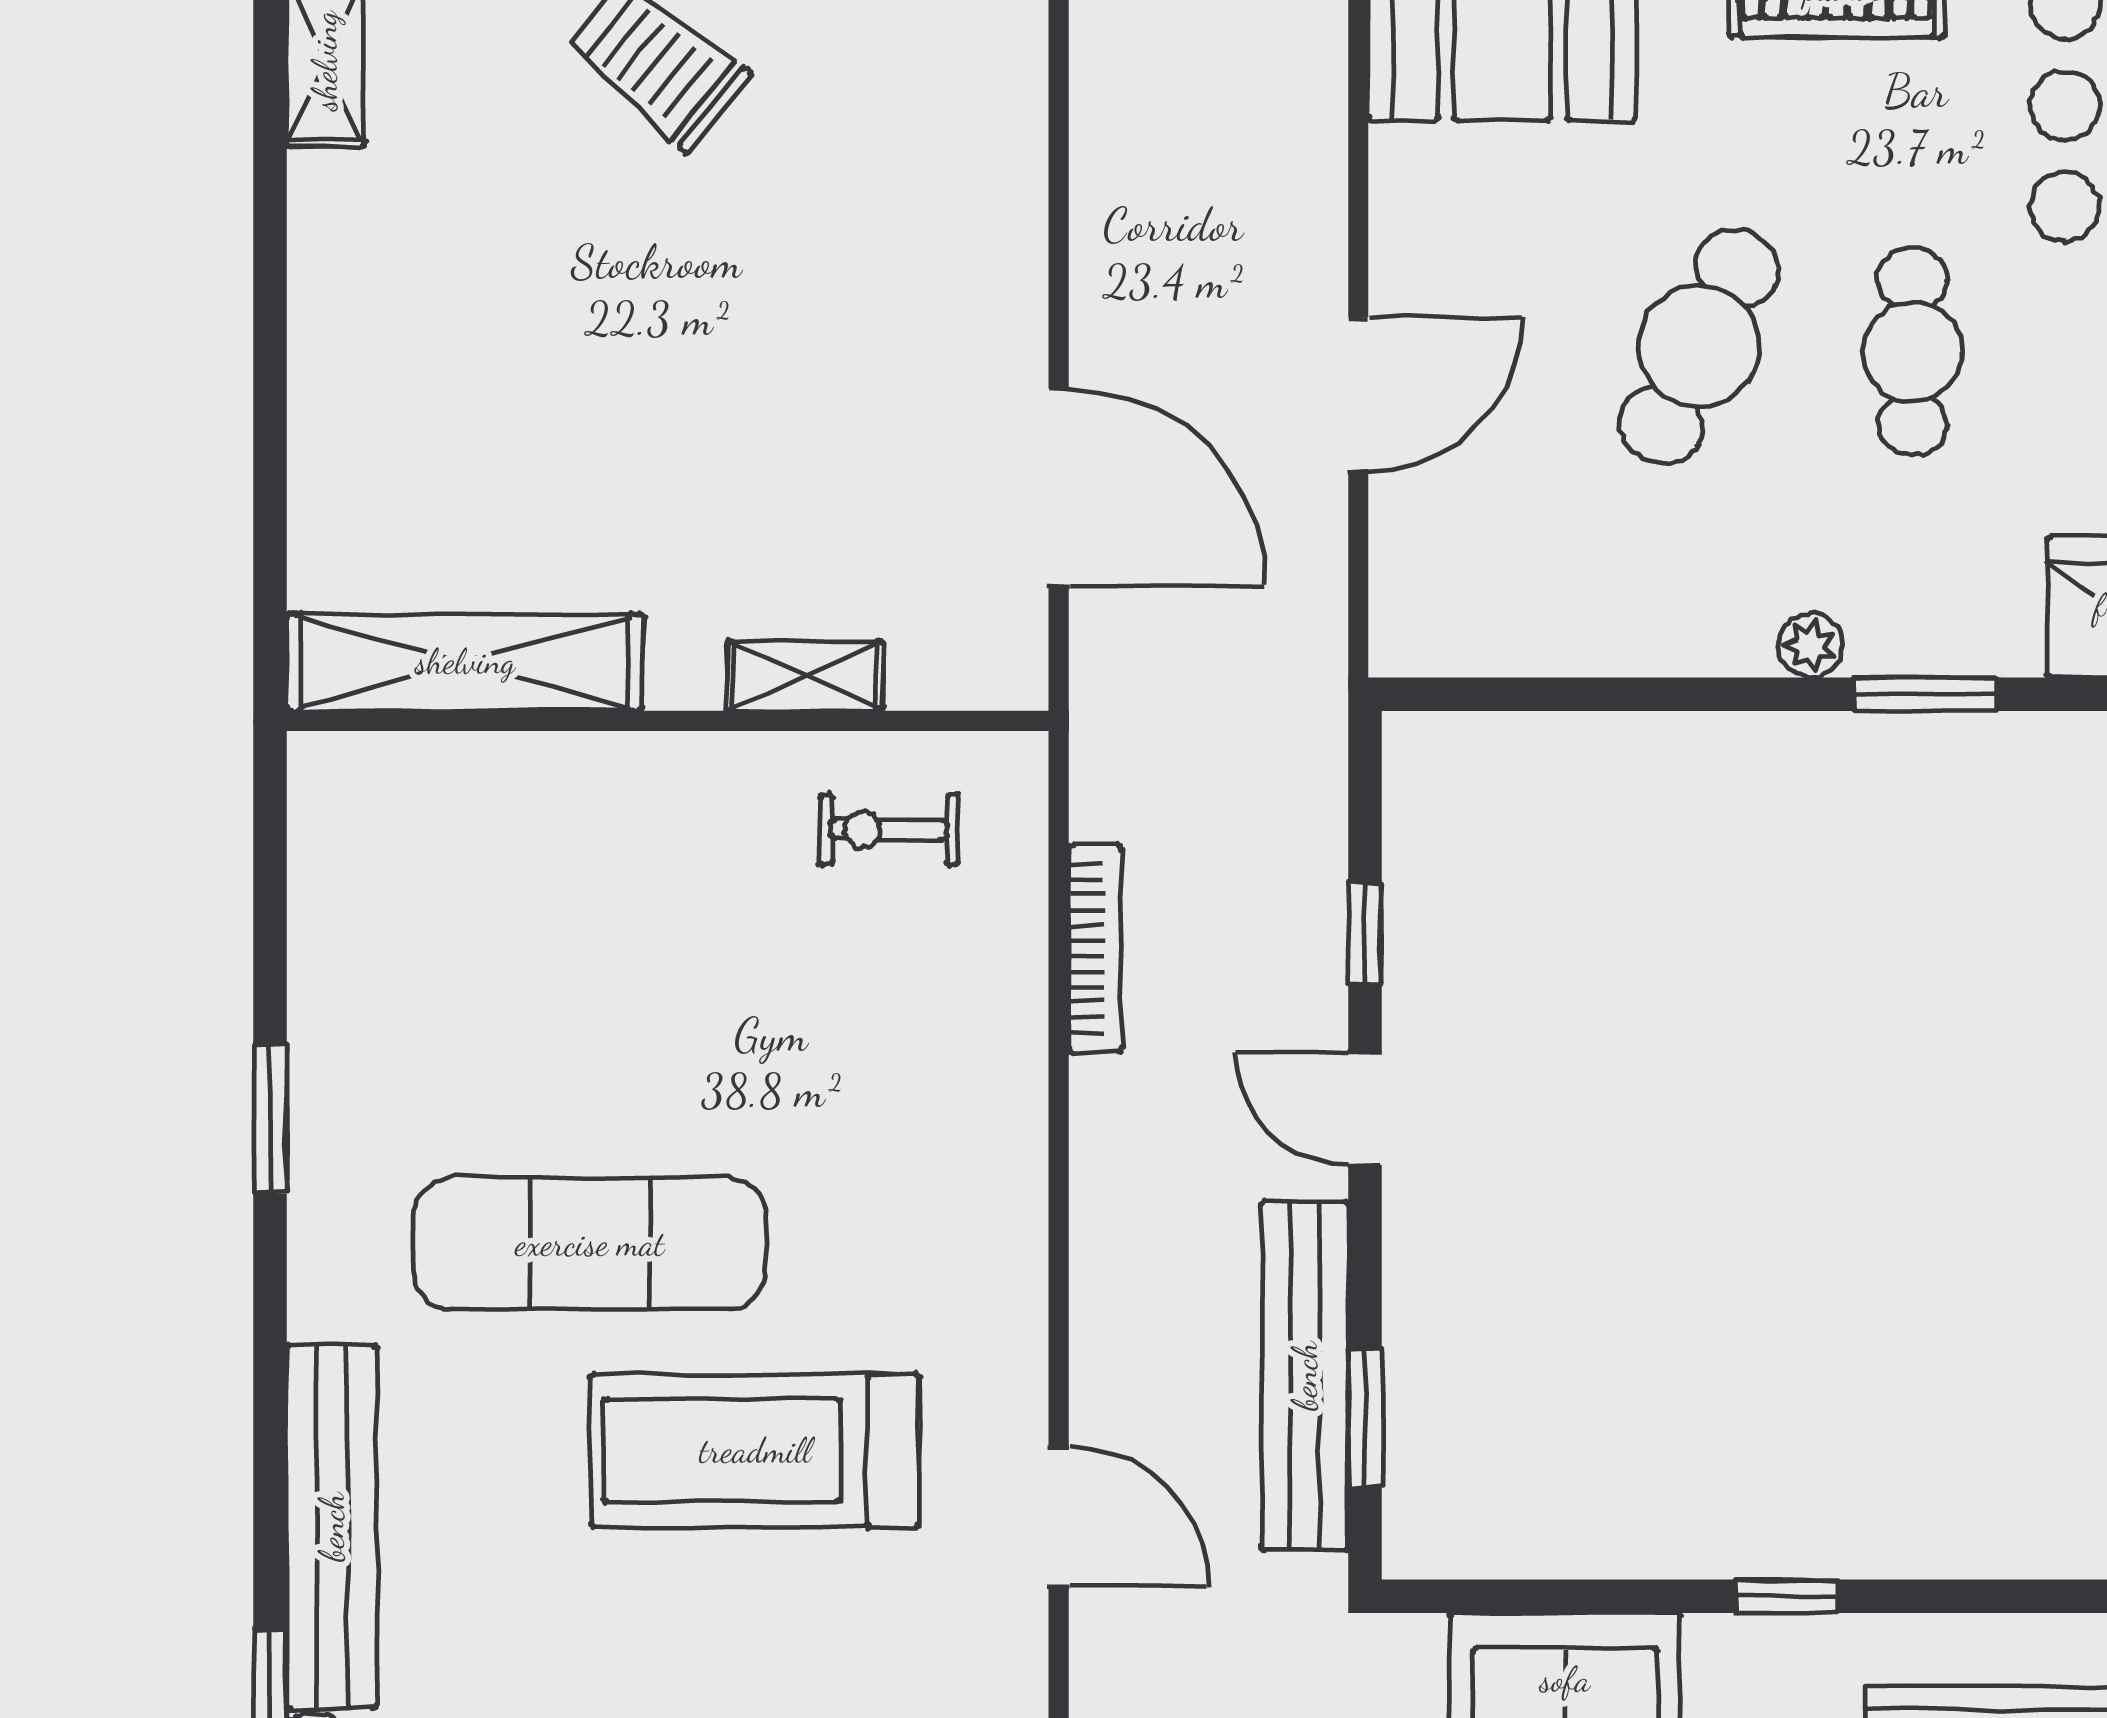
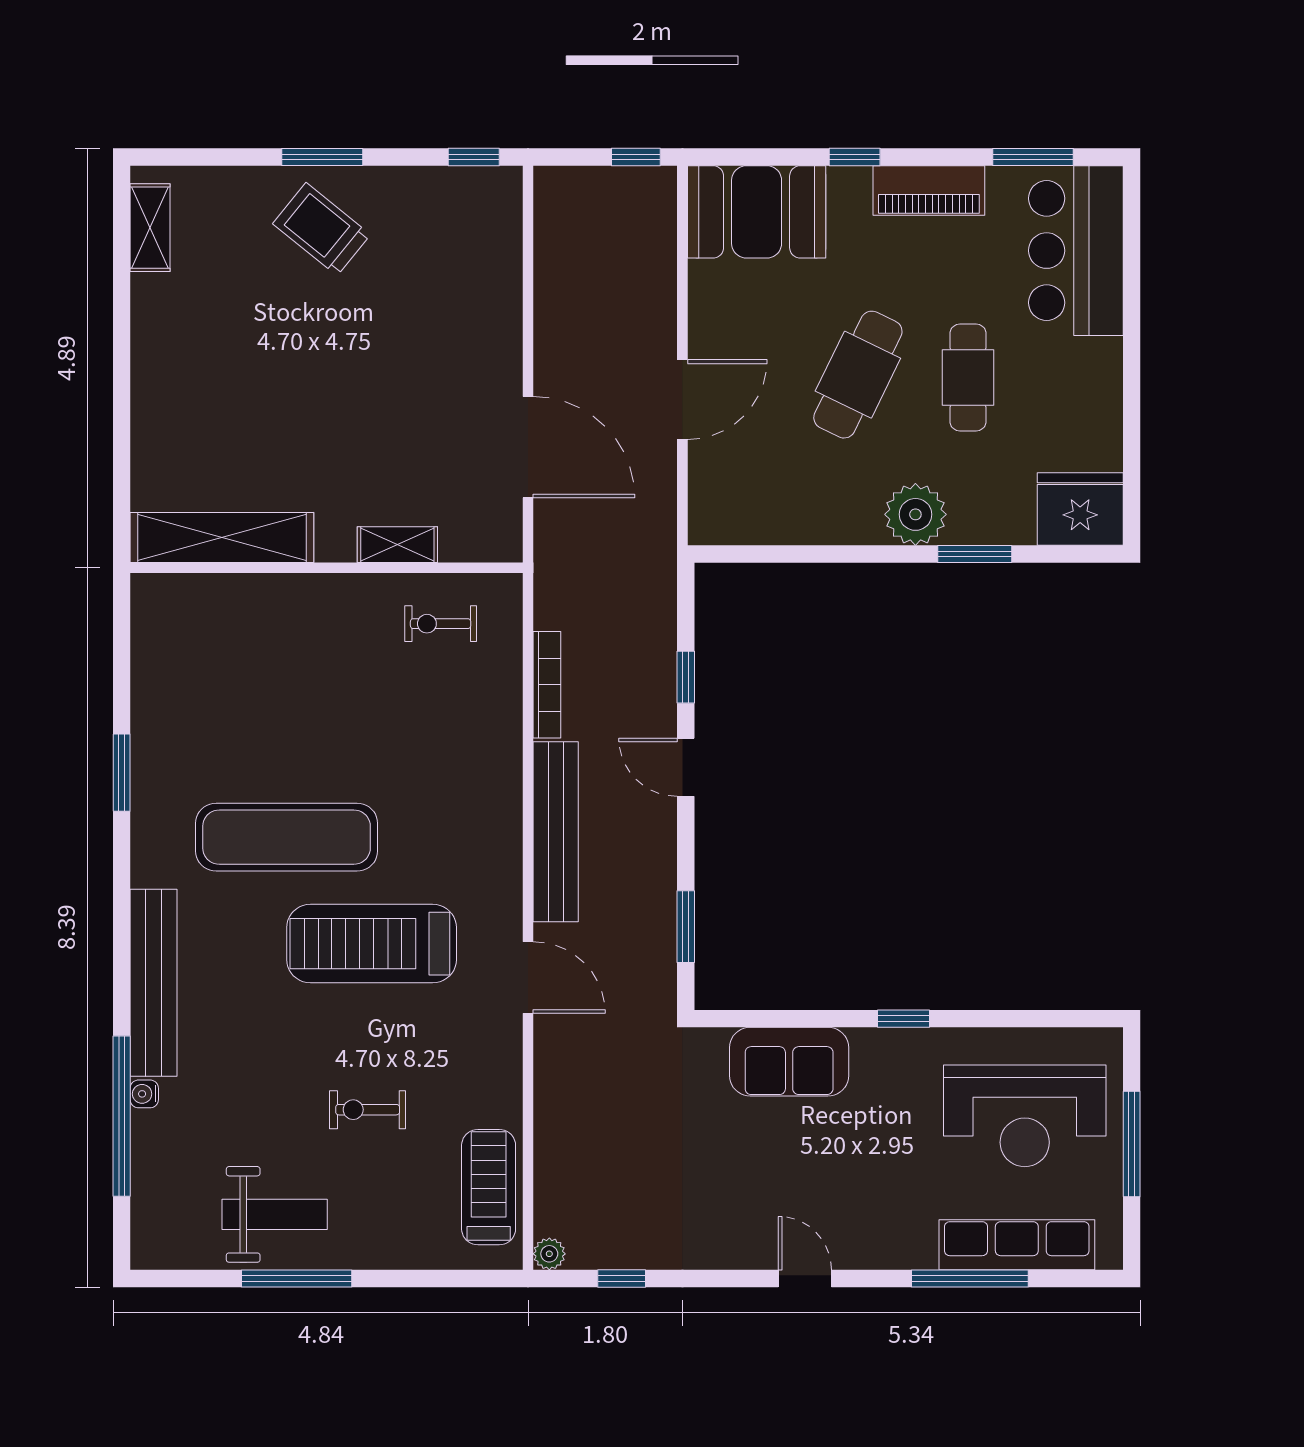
plant: (1811, 646) -> (915, 514), width x1.87, depth x1.87
bench: (1305, 1376) -> (556, 832), moved

